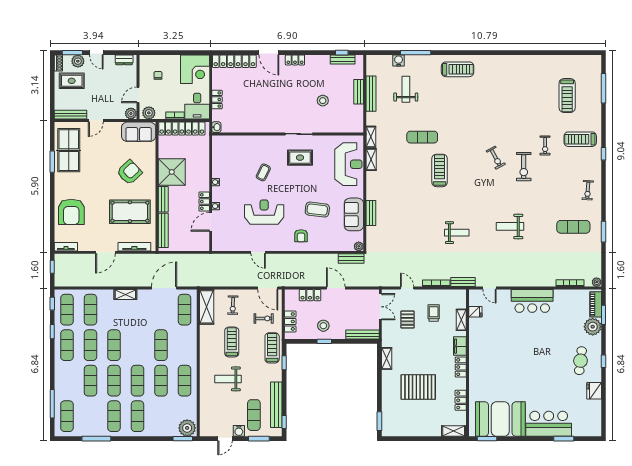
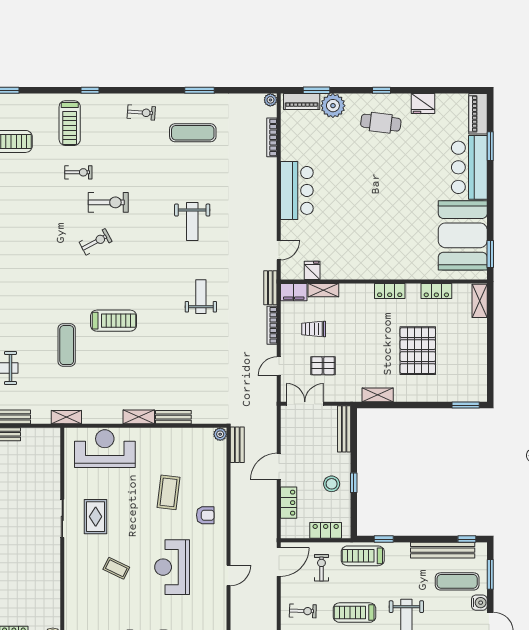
stool: (323, 101) -> (15, 485), removed
shelving: (371, 160) -> (139, 417), moved
treadmill: (440, 170) -> (114, 321), turned 180
sofa: (354, 214) -> (175, 441), removed
exercise mat: (573, 227) -> (193, 133), turned 90
filing cabinet: (460, 346) -> (294, 292), moved
piano: (587, 430) -> (478, 114), added

